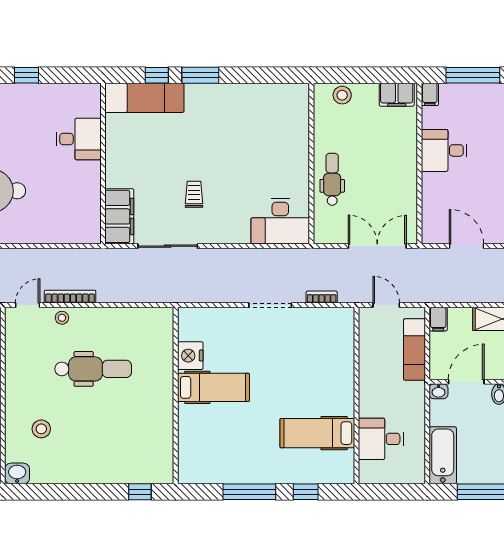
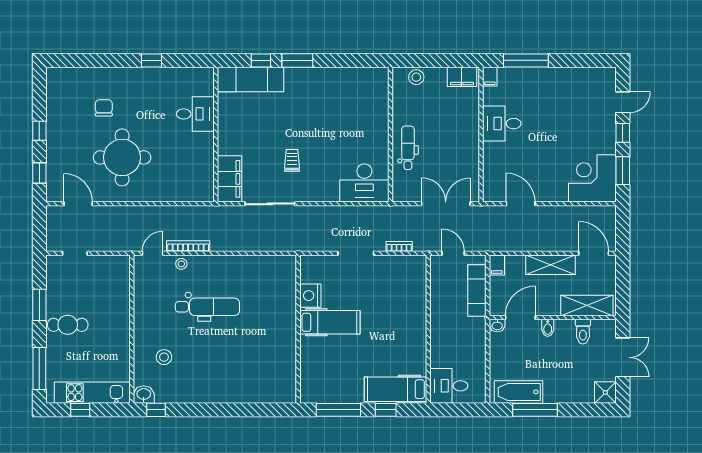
nightstand: (190, 356) -> (310, 296), moved
hospital bed: (213, 387) -> (330, 322), moved
wall: (176, 396) -> (298, 329), moved
hospital bed: (317, 433) -> (395, 389), moved
desk: (381, 439) -> (449, 386), moved
bathtub: (443, 455) -> (519, 392), moved, turned -90
window: (140, 492) -> (156, 410), moved

